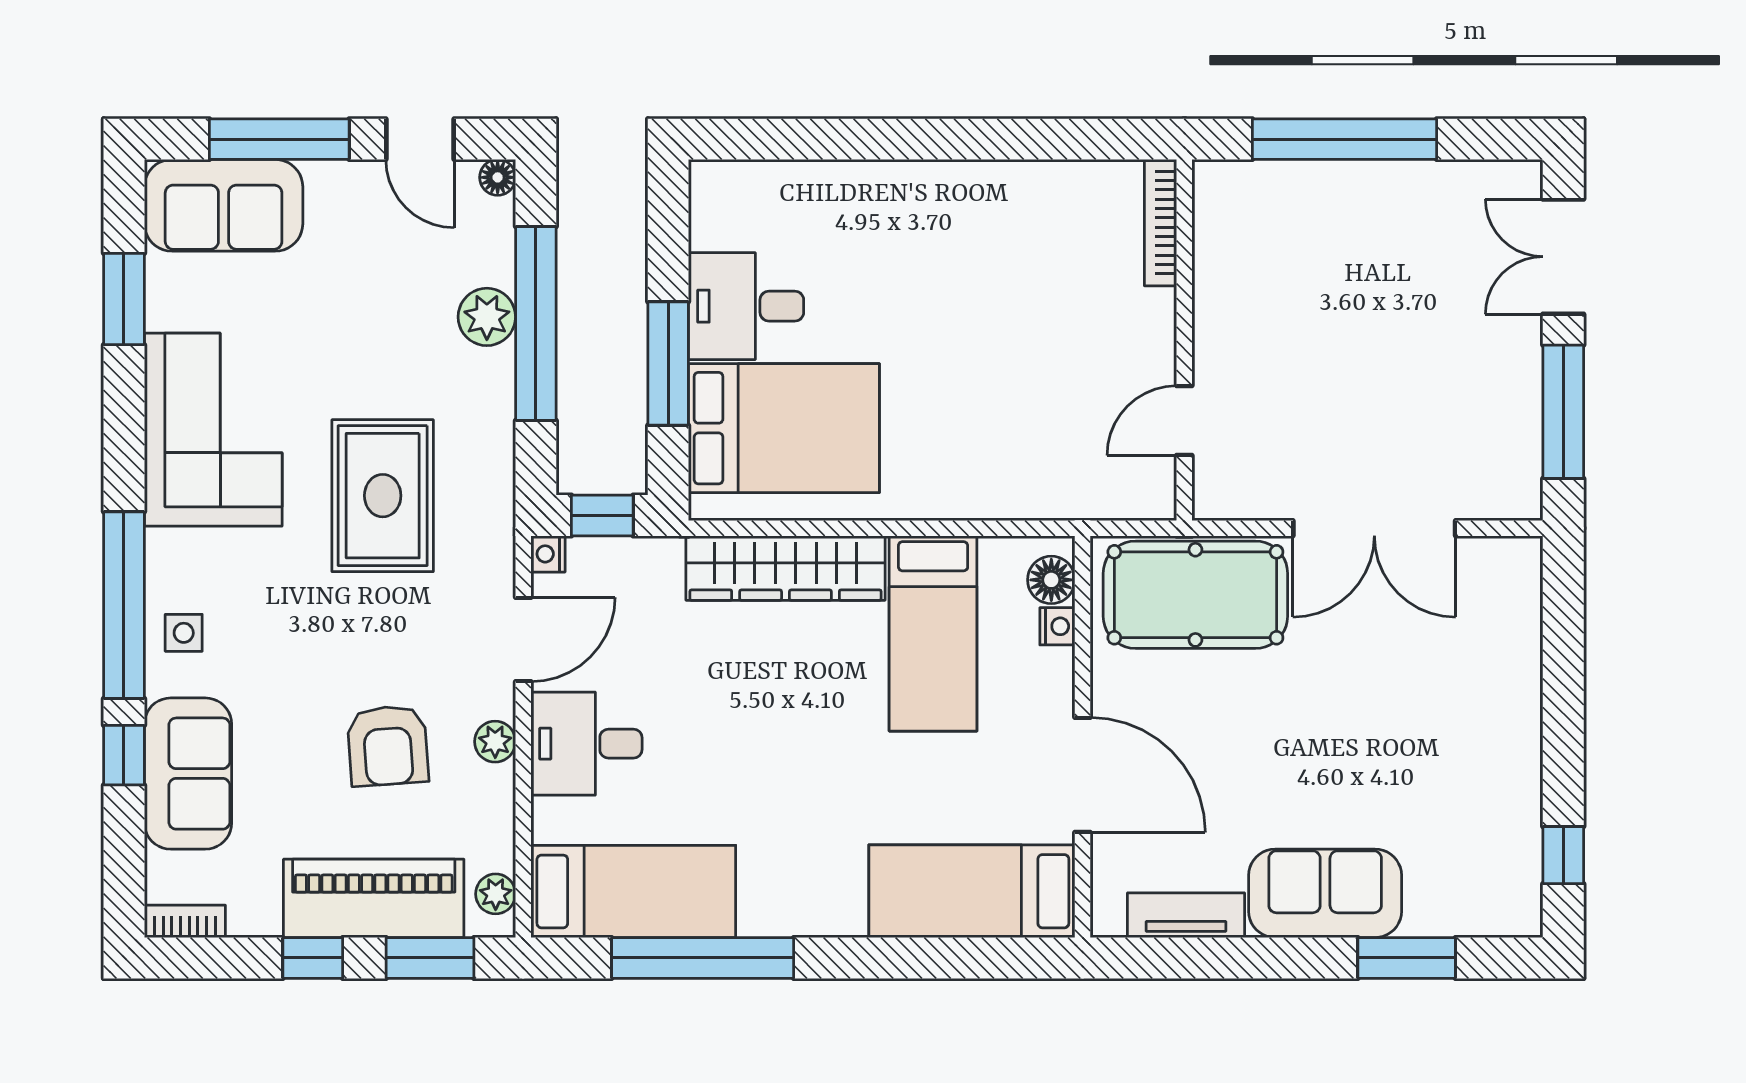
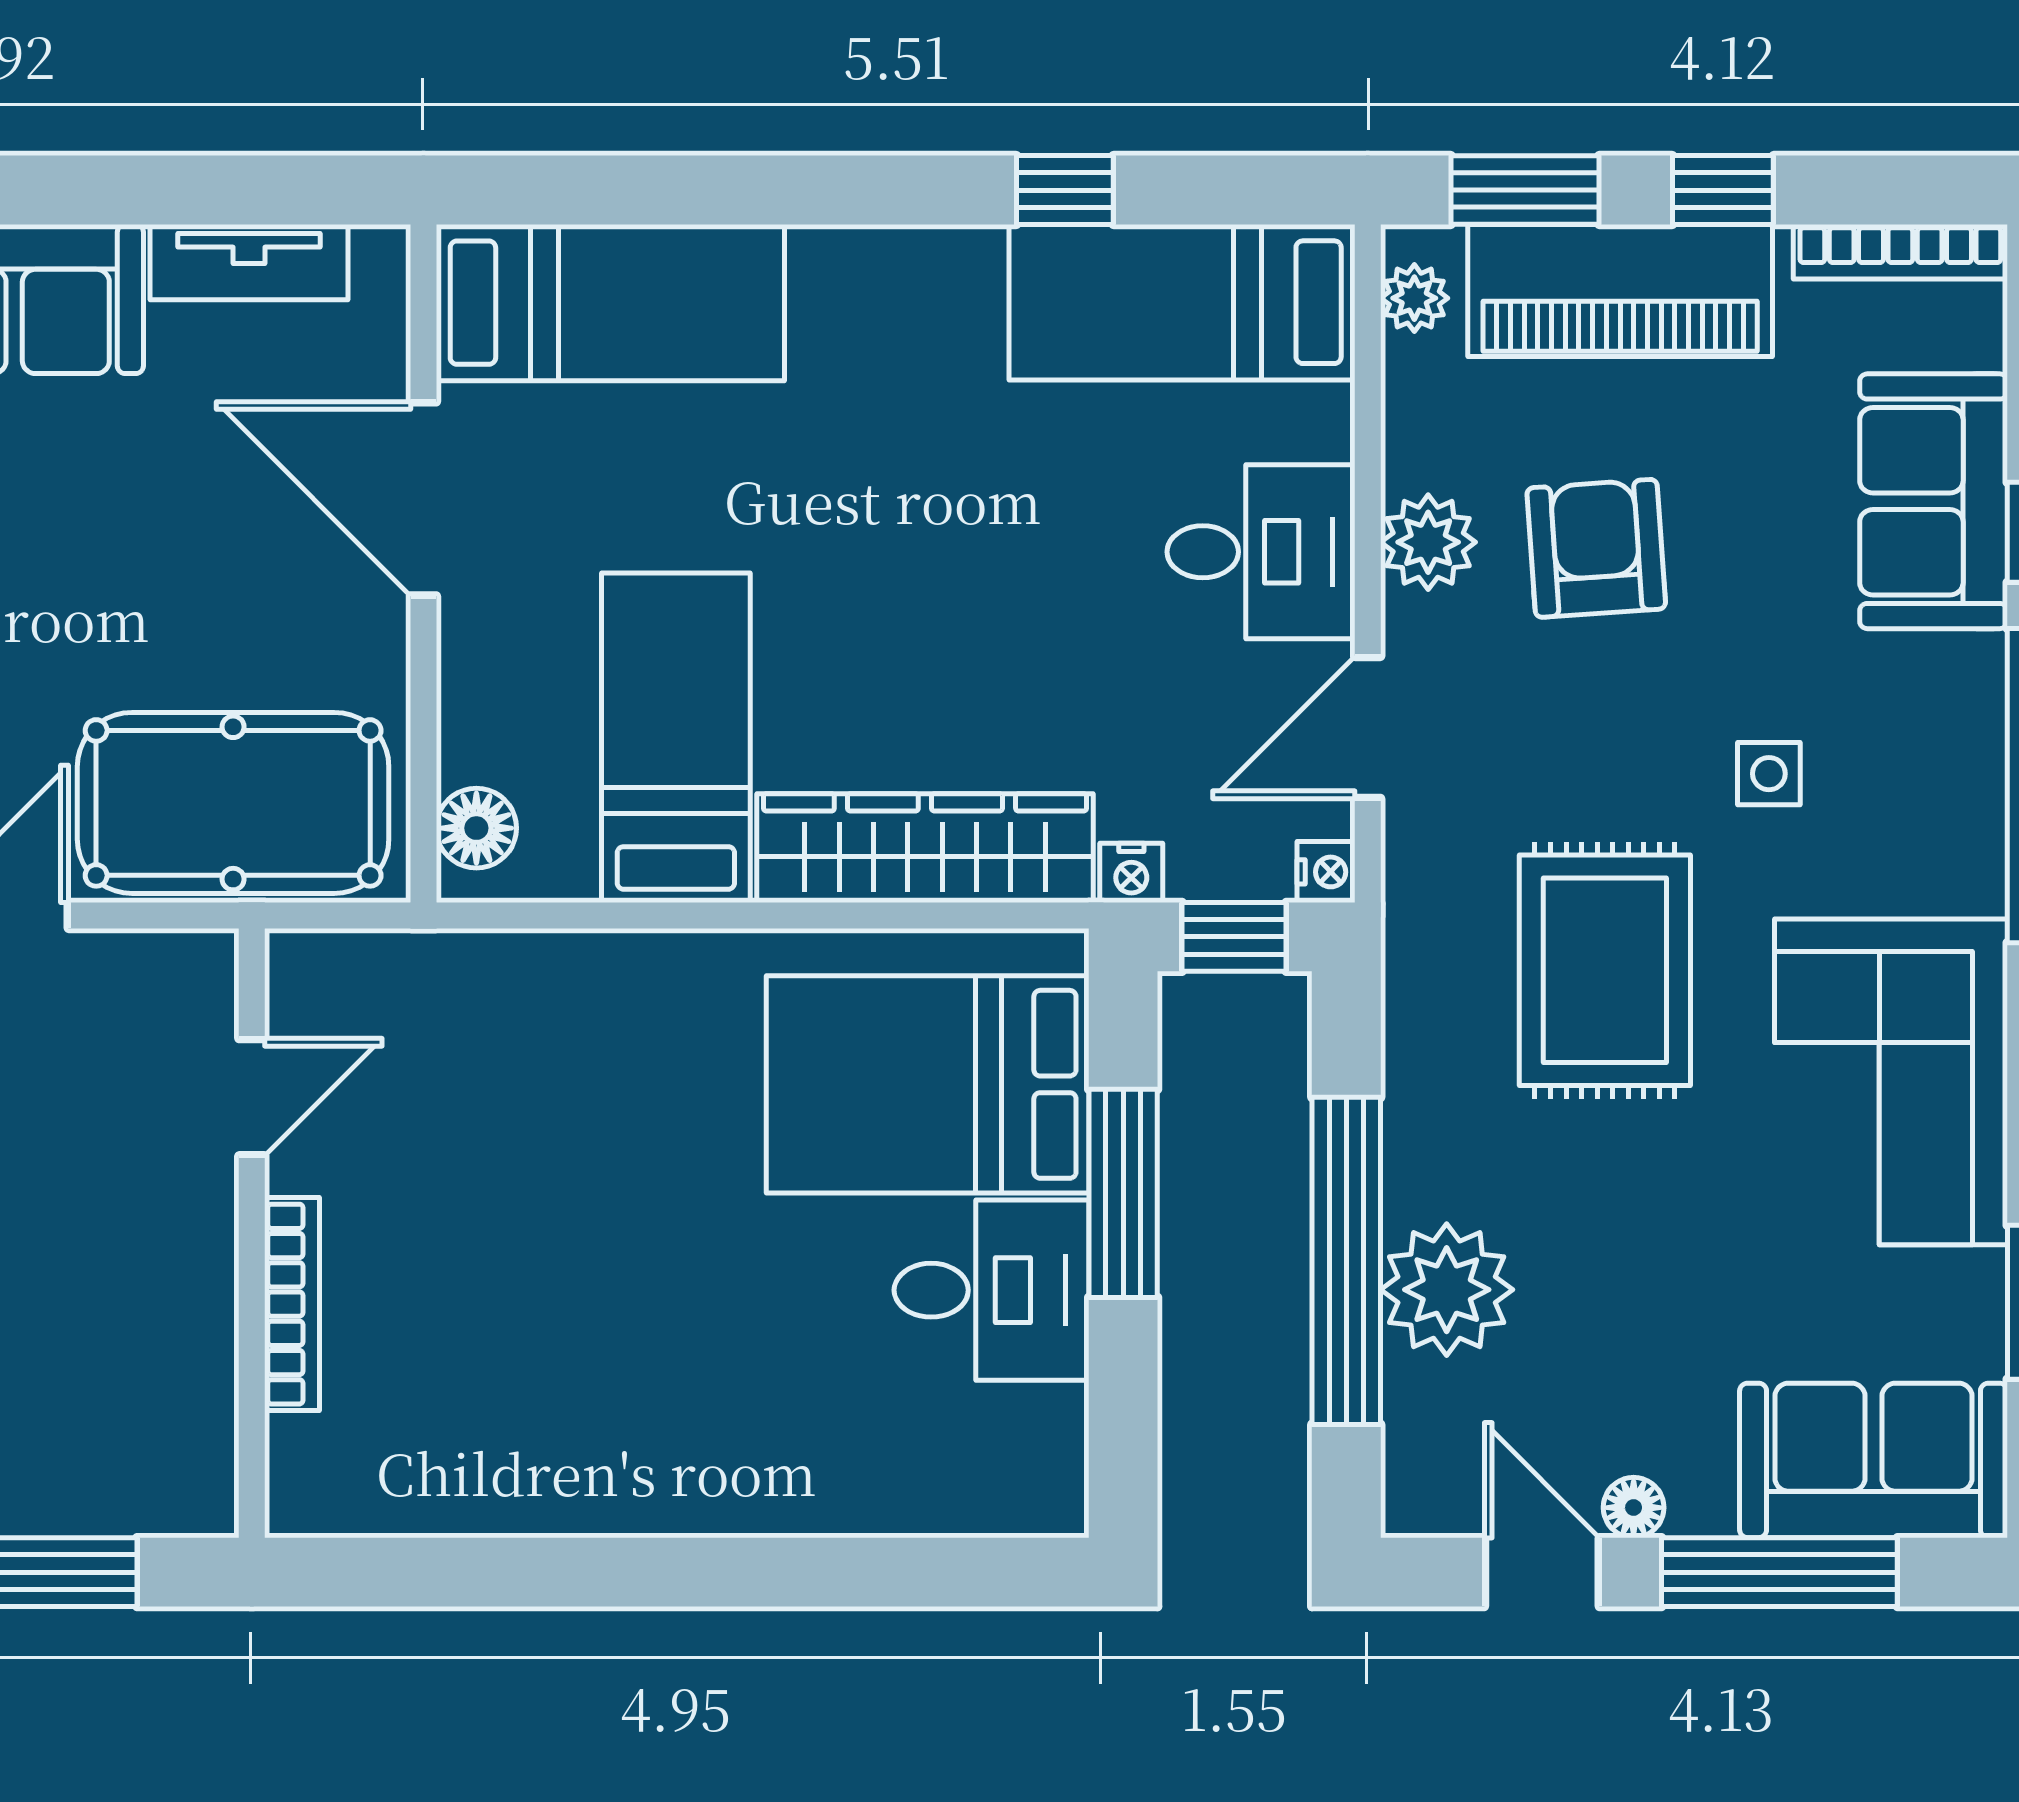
floor lamp: (498, 177) -> (1634, 1508), moved
bookcase: (1161, 223) -> (292, 1304), moved
plant: (487, 317) -> (1447, 1290), width x1.36, depth x1.36
nightstand: (1057, 626) -> (1131, 873), moved, turned -90
side table: (184, 633) -> (1769, 774), moved
plant: (495, 742) -> (1428, 542), width x1.38, depth x1.38
bookcase: (185, 921) -> (1900, 252), width x1.56
window: (703, 958) -> (1065, 190), width x0.32

